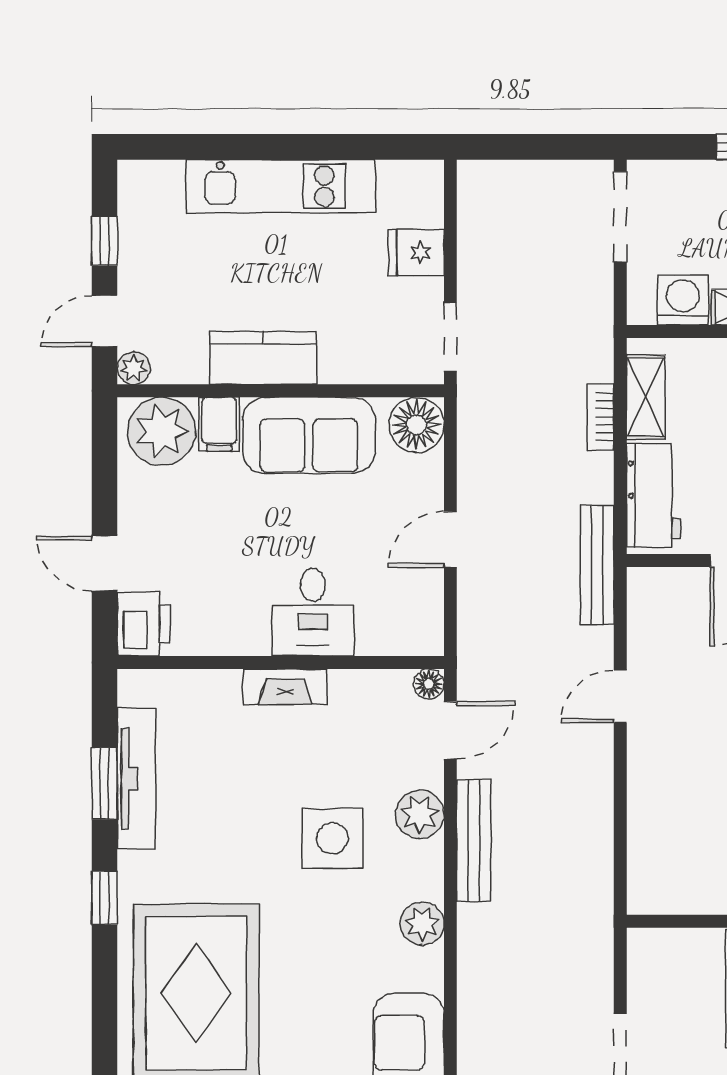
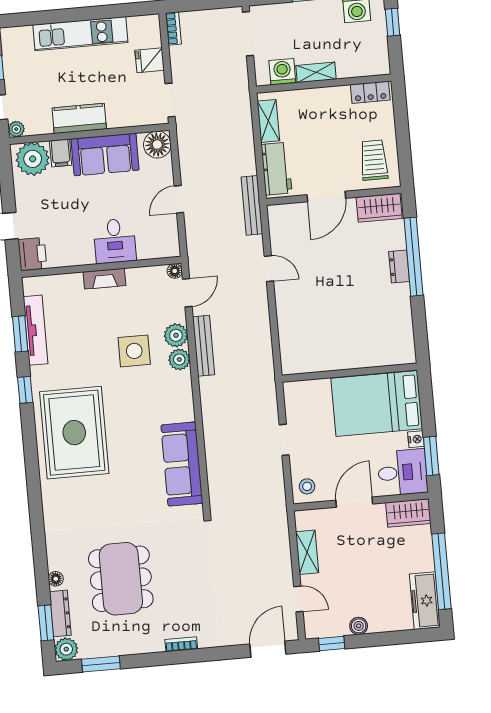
bookcase: (601, 417) -> (173, 28), moved, turned 180
door: (620, 696) -> (269, 269), swing flipped
plant: (422, 924) -> (179, 359), moved

